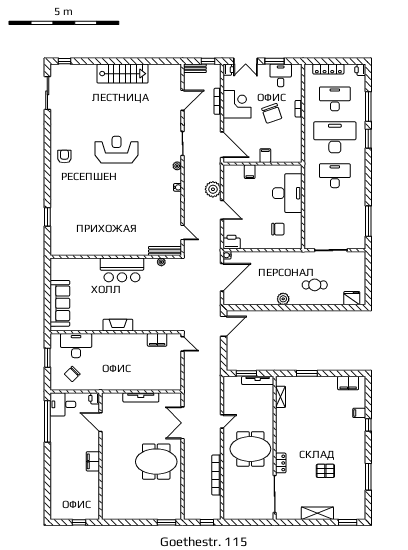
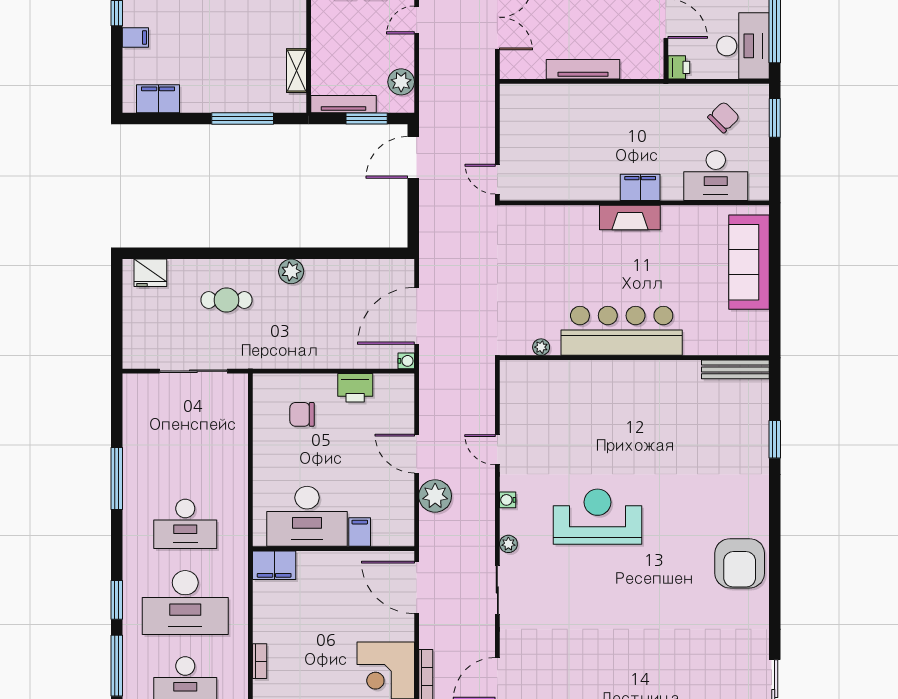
chair: (272, 113) -> (315, 652), removed
reception desk: (117, 150) -> (597, 517), moved, turned 180
armchair: (64, 156) -> (740, 563), width x1.88, depth x1.88
filing cabinet: (265, 156) -> (274, 565), moved, width x2.00
desk: (287, 193) -> (307, 516), moved, turned -90
window: (368, 221) -> (117, 478), moved
door: (183, 233) -> (497, 450), moved
printer: (232, 242) -> (355, 388), moved
bench: (165, 251) -> (735, 369), moved
bar counter: (122, 270) -> (622, 331), width x1.36
door: (224, 326) -> (413, 157), moved
filing cabinet: (157, 340) -> (640, 187), moved
window: (47, 358) -> (775, 118), moved
window: (307, 373) -> (243, 119), width x1.44
plant: (230, 391) -> (401, 82), added
desk: (63, 404) -> (743, 46), width x1.37

